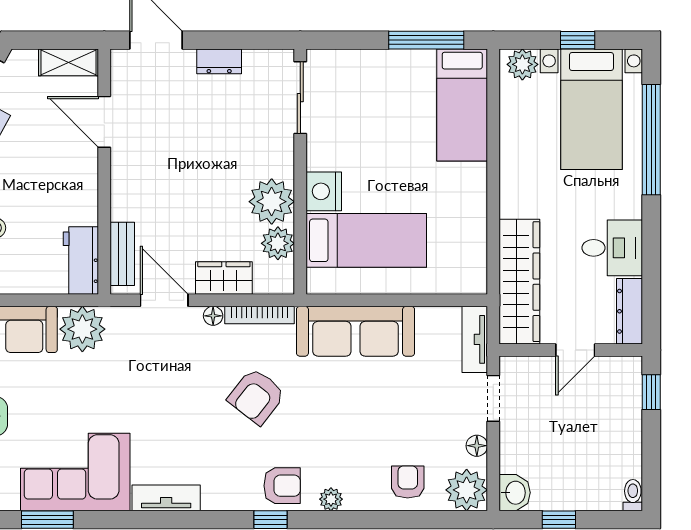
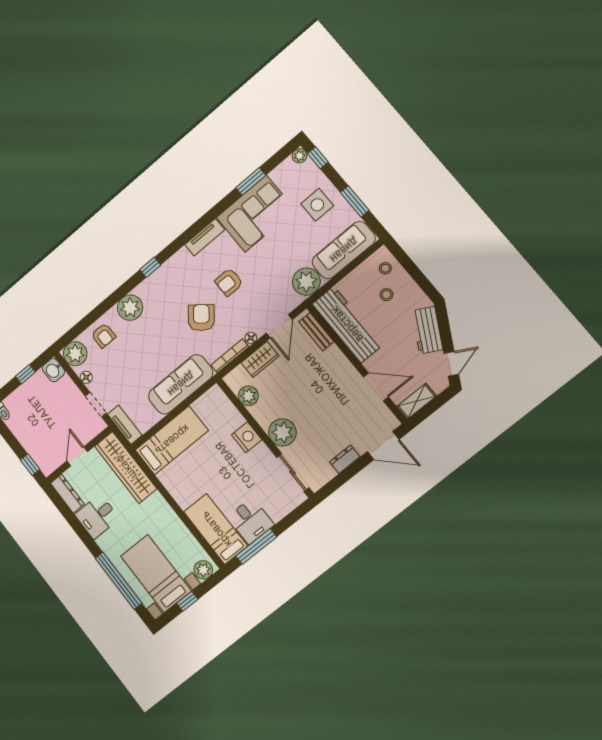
desk: (407, 79) -> (251, 521), added
plant: (272, 202) -> (282, 432), moved
bed: (366, 240) -> (172, 440), moved, turned 180
workbench: (81, 261) -> (347, 324), width x1.87, depth x1.32
door: (164, 300) -> (279, 326), hinge flipped
armchair: (282, 486) -> (229, 282), moved
plant: (331, 499) -> (130, 308), width x1.88, depth x1.88

